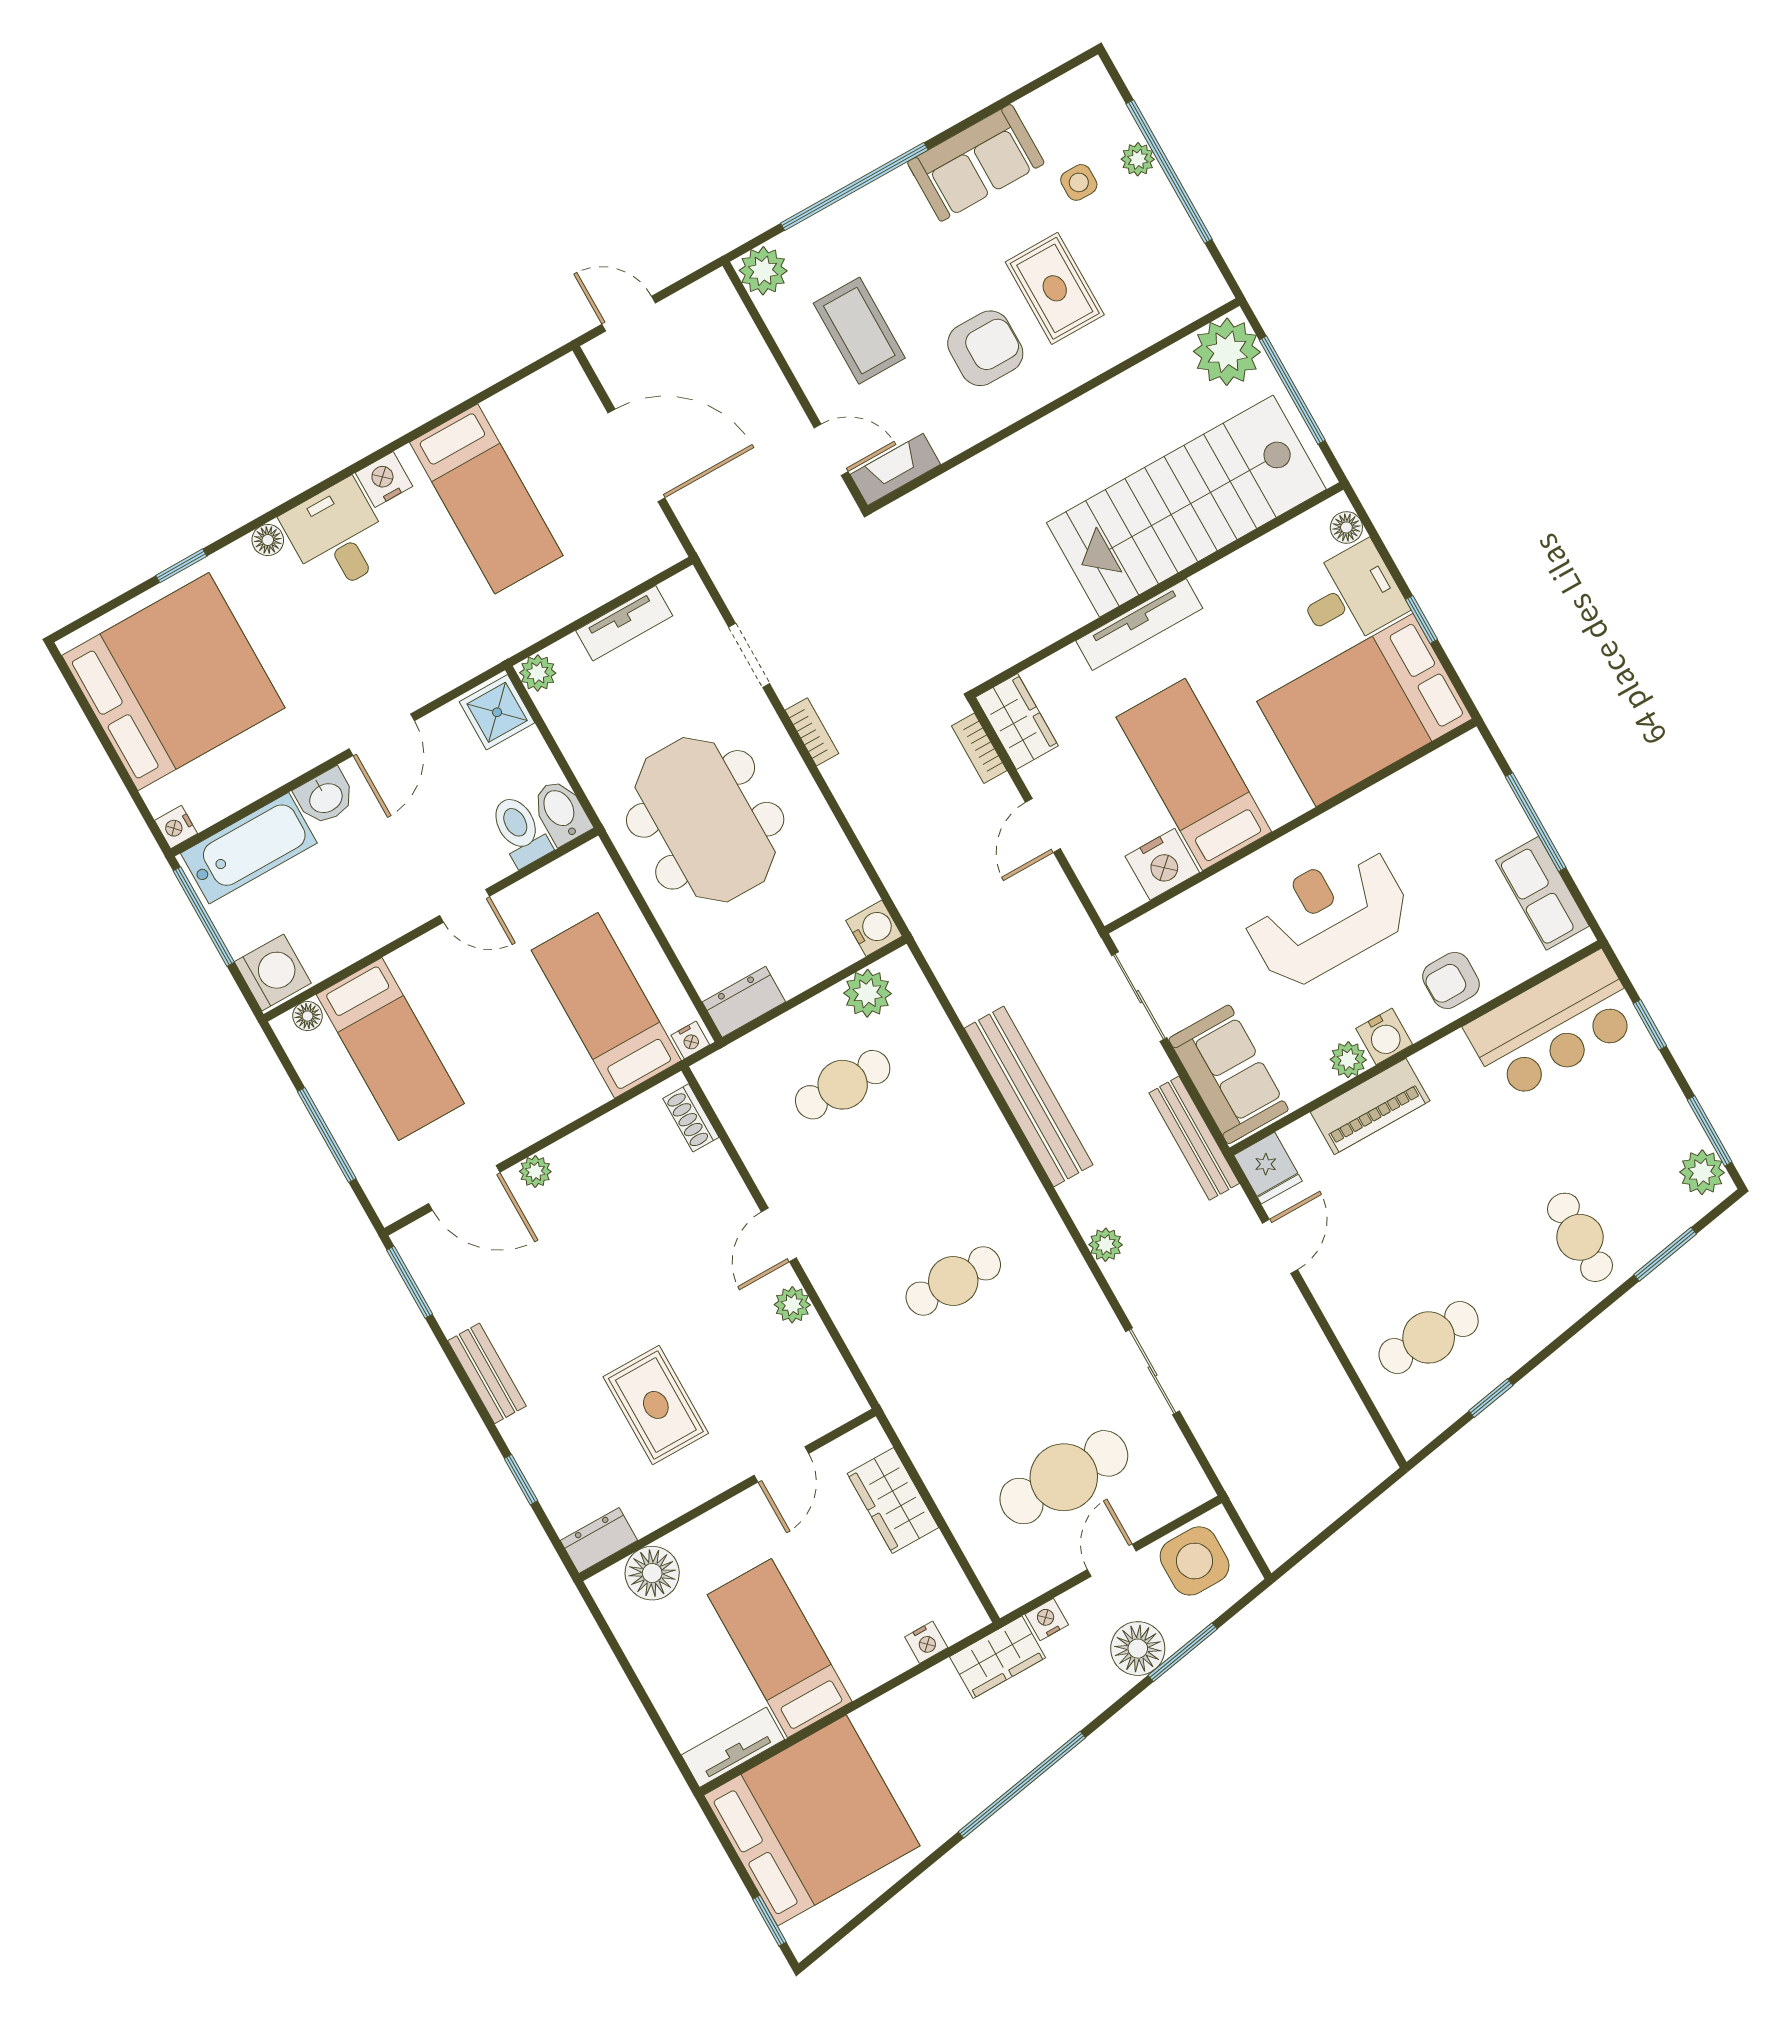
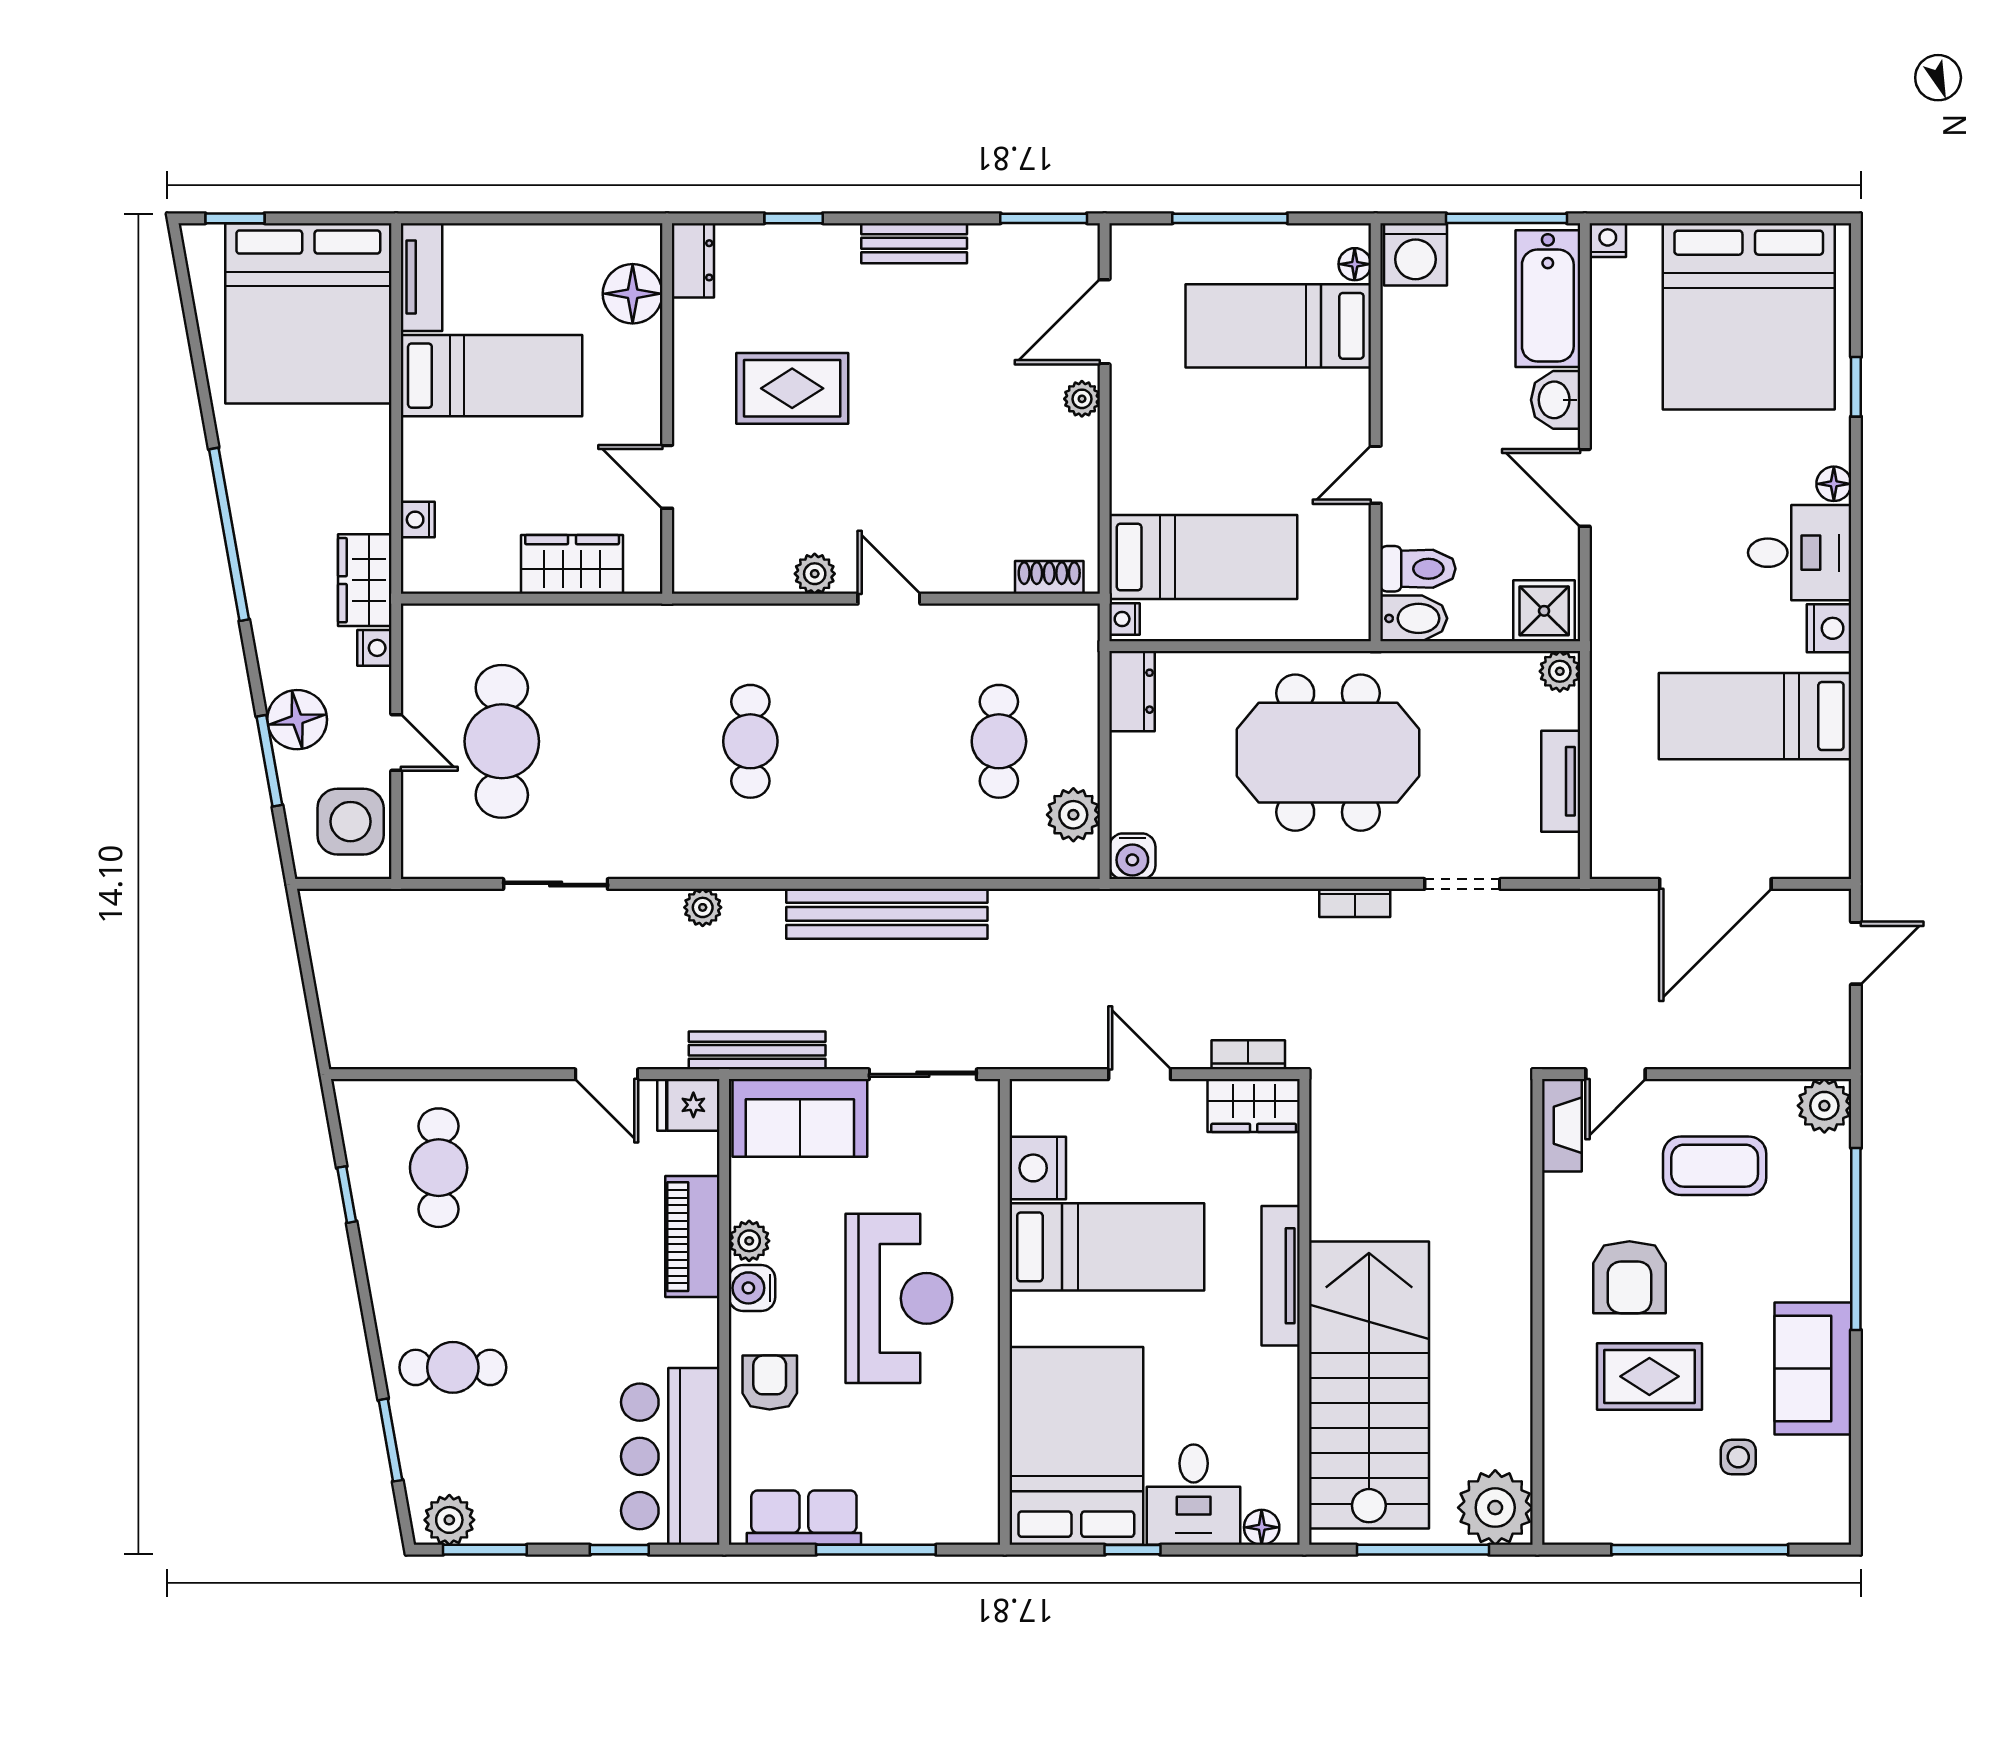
plant: (1138, 159) -> (1729, 1526), removed

